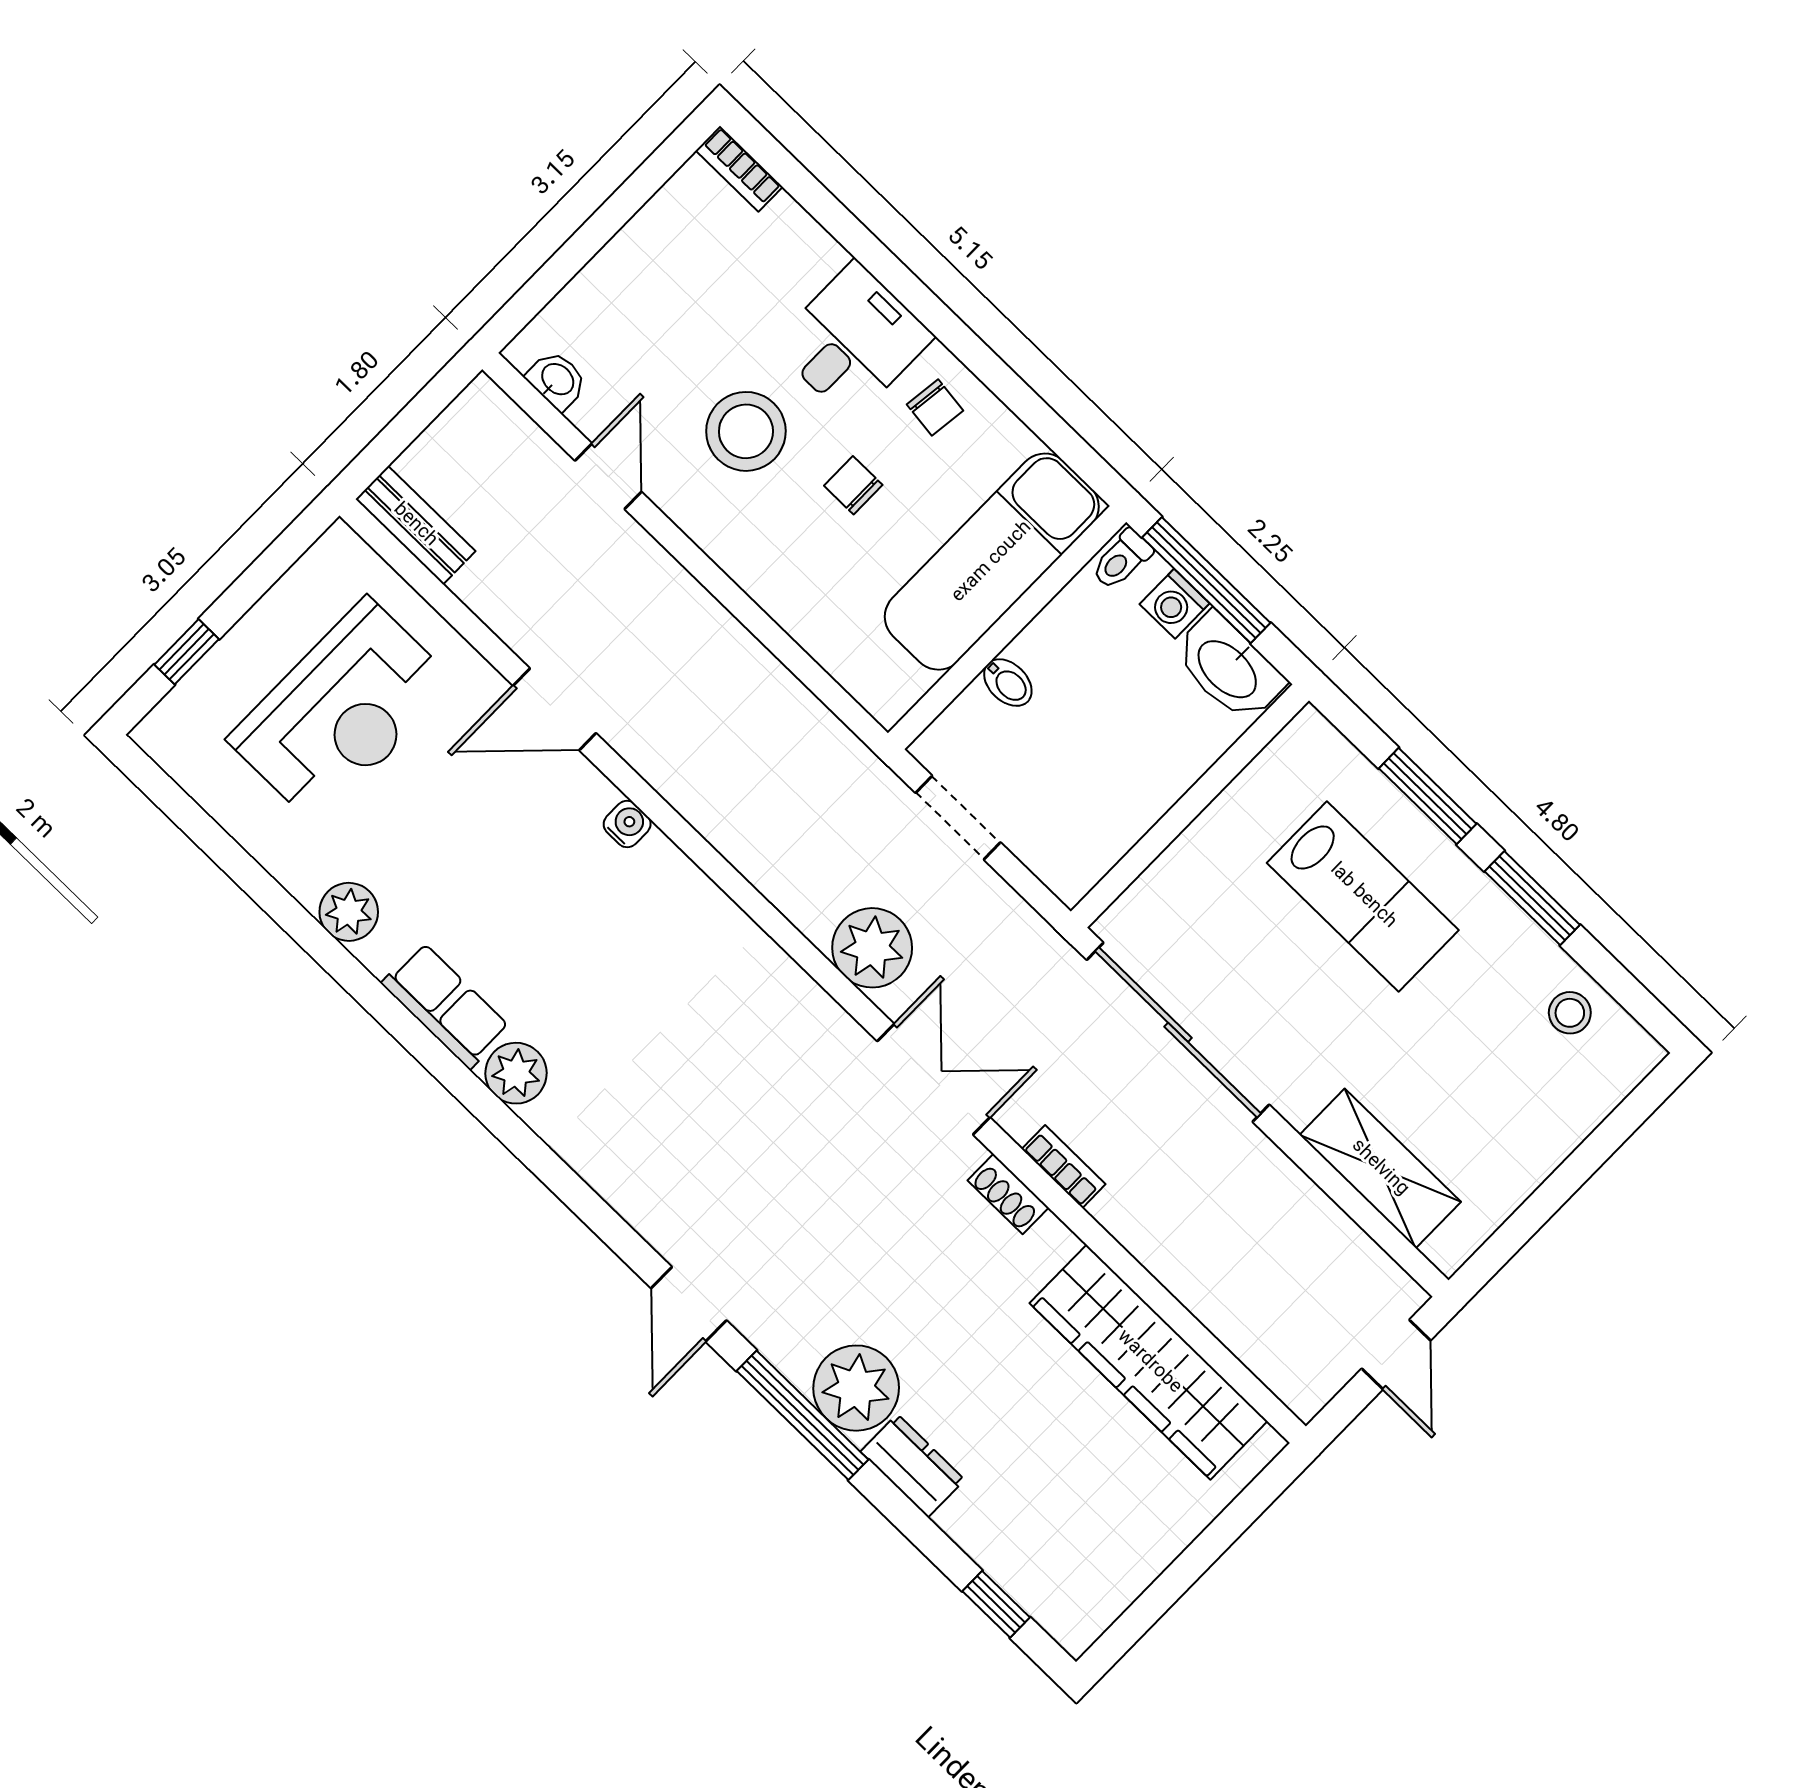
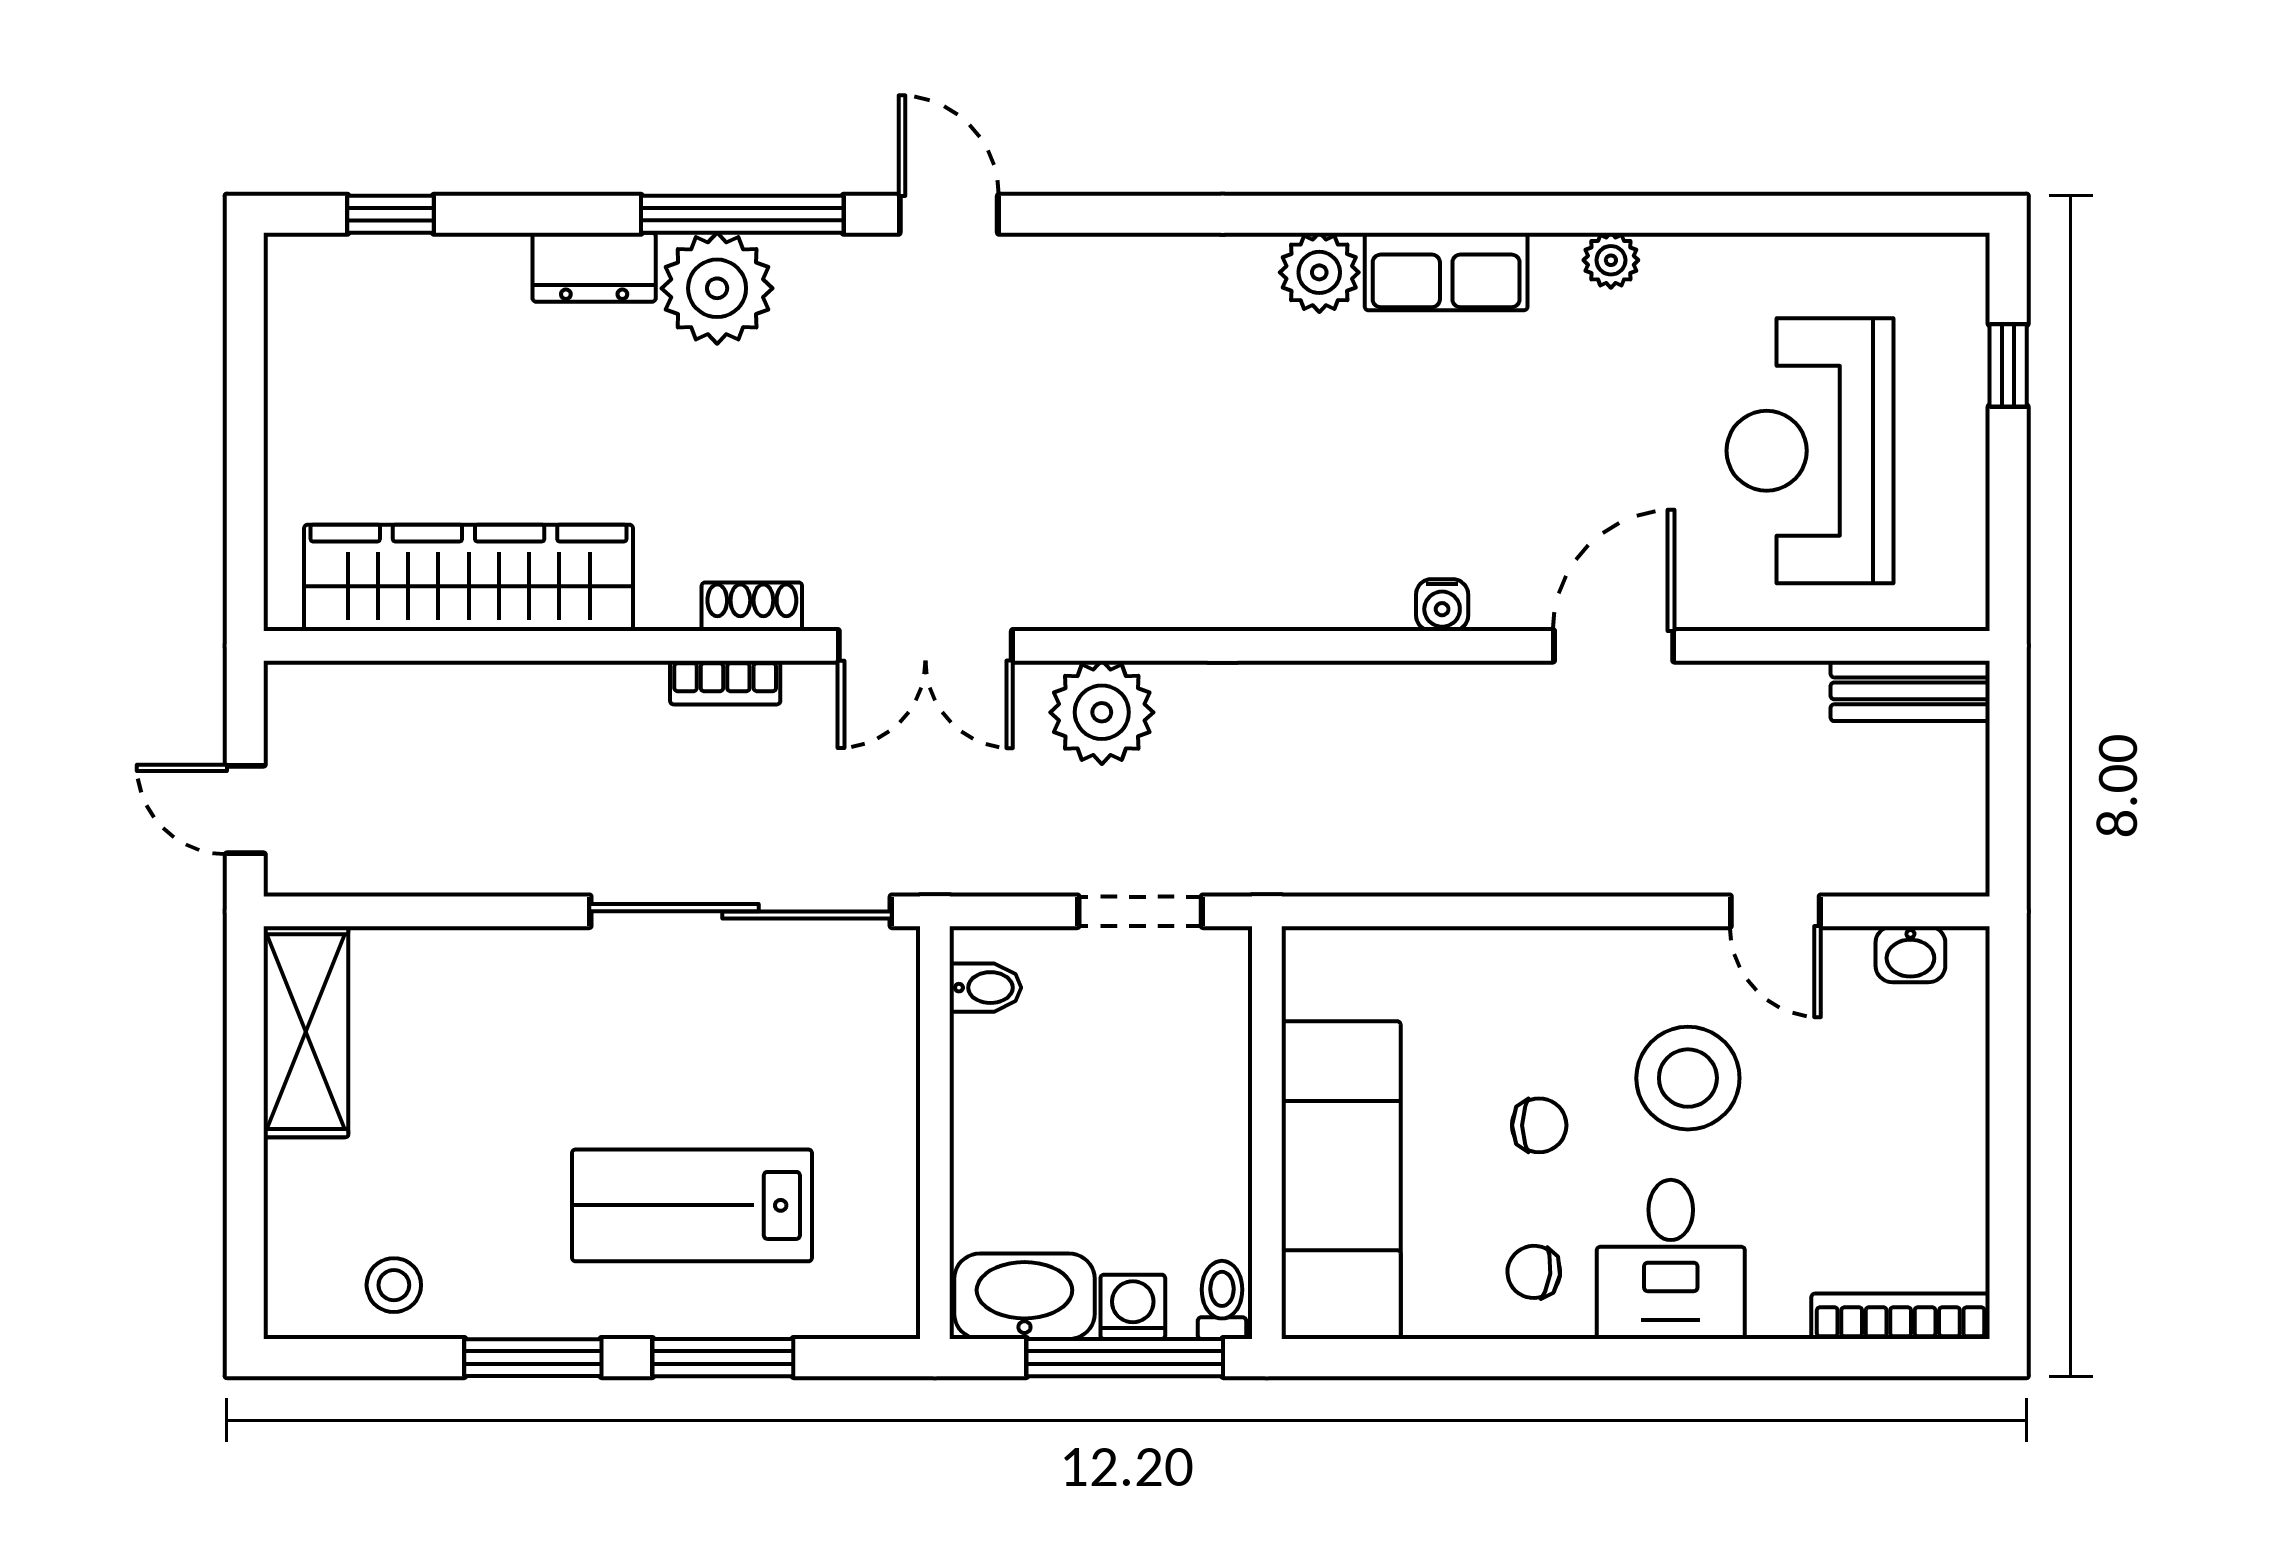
bookcase: (739, 169) -> (1901, 1316), width x1.56
bidet: (1008, 683) -> (985, 988), moved, turned 180
plant: (349, 912) -> (1611, 260), width x0.73, depth x0.73
shelving: (1380, 1168) -> (306, 1032), moved, turned 90

